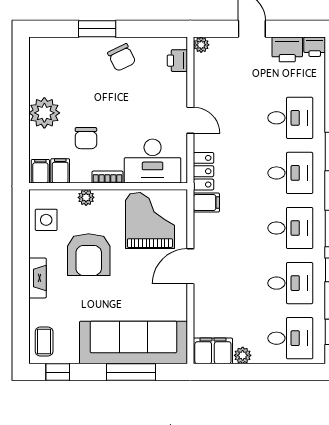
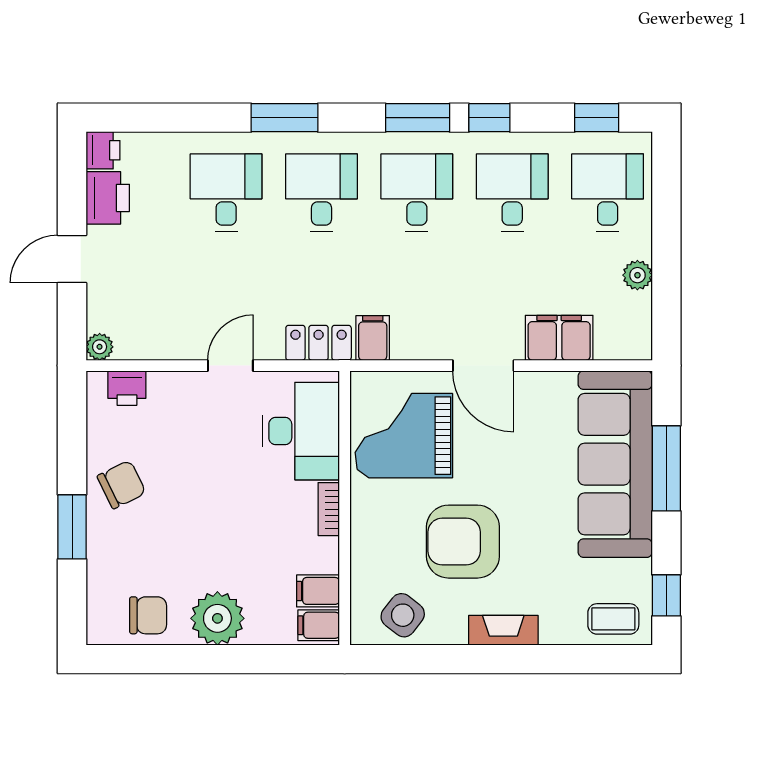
chair: (86, 138) -> (148, 615), moved
plant: (86, 197) -> (364, 546), removed
side table: (46, 220) -> (403, 615), turned 38
armchair: (89, 255) -> (463, 542), turned 180
filing cabinet: (213, 351) -> (559, 338), moved, turned 90

